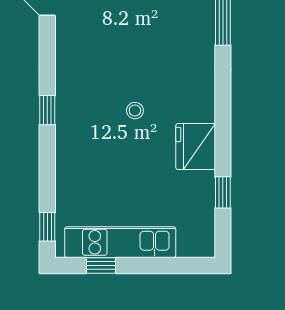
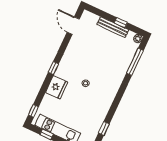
fridge: (196, 147) -> (57, 87), moved, turned 180

